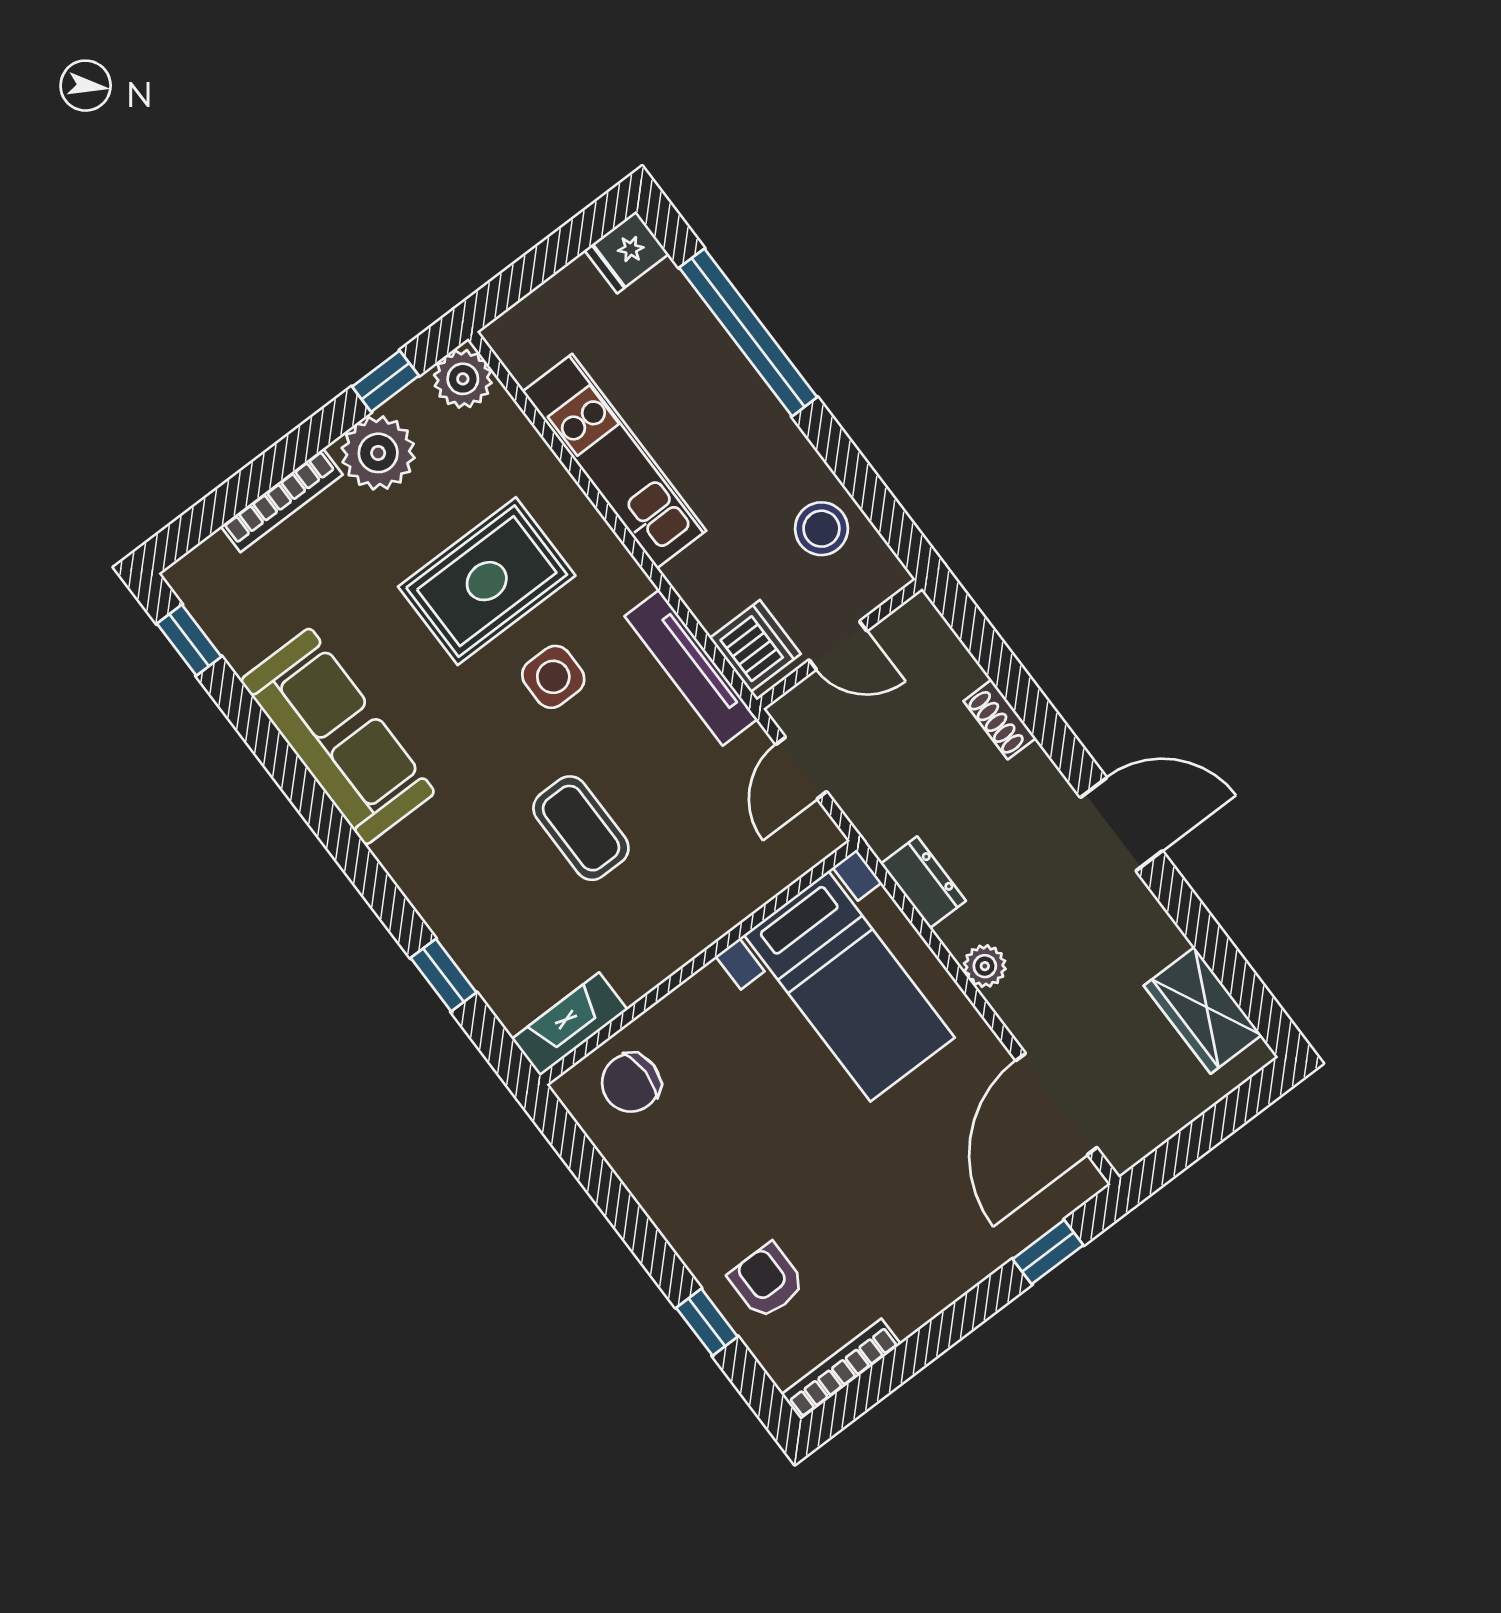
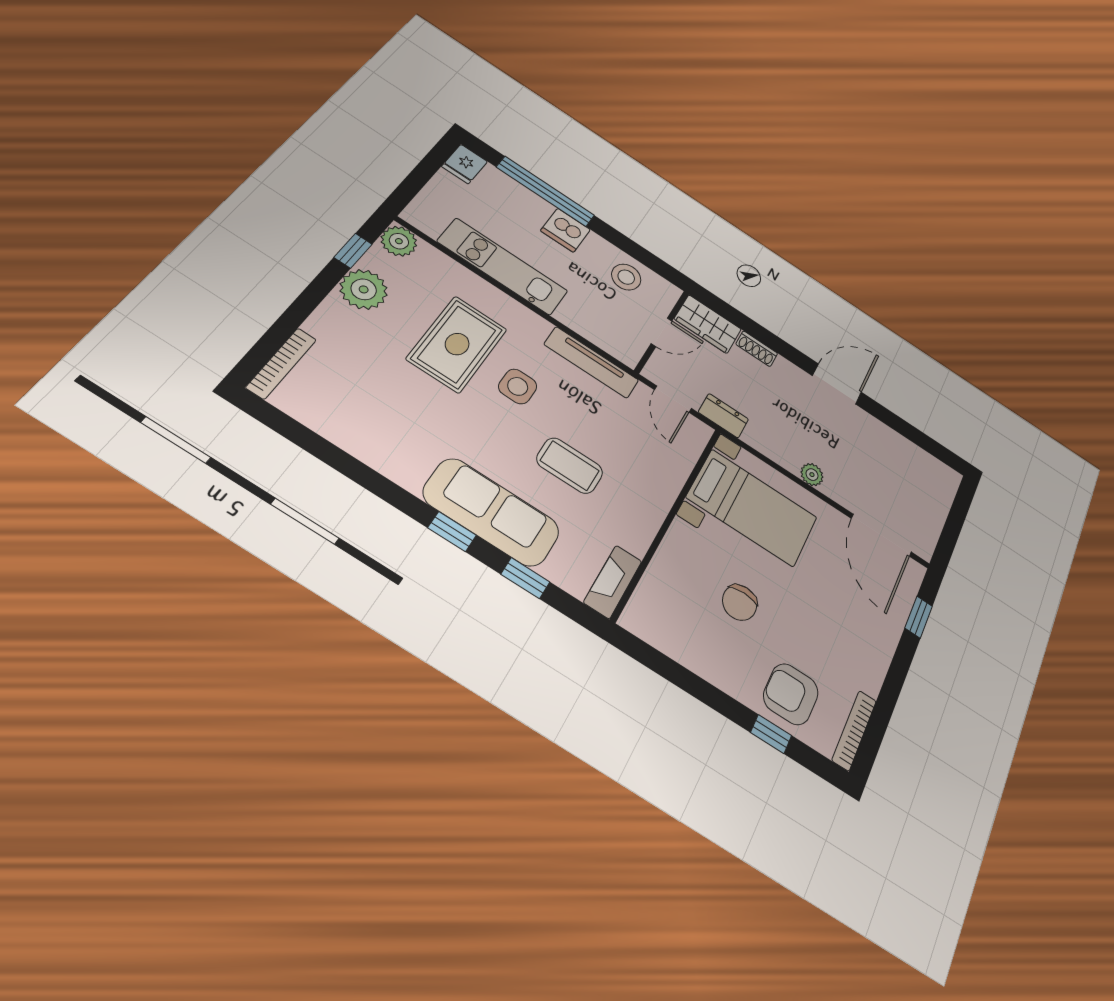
bookcase: (282, 500) -> (281, 363), moved
window: (189, 640) -> (452, 532), moved
dishwasher: (755, 646) -> (566, 230), moved, turned 180
sofa: (338, 736) -> (492, 512), moved
dresser: (923, 882) -> (723, 416), moved
wardrobe: (1203, 1010) -> (708, 324), moved
chair: (631, 1083) -> (740, 603), moved
armchair: (767, 1281) -> (791, 694), width x1.38, depth x1.38

